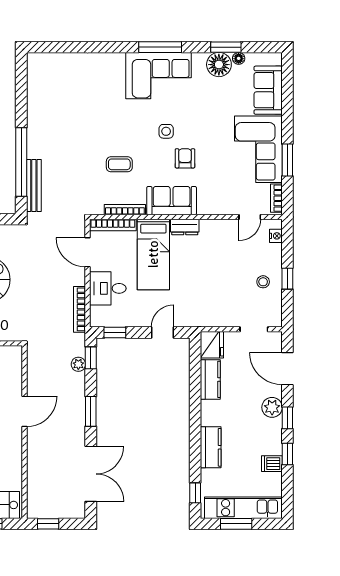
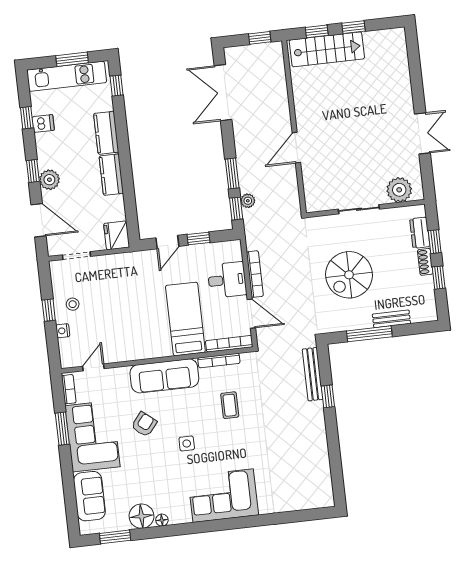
window: (160, 47) -> (202, 527), removed
window: (226, 47) -> (115, 537), moved
floor lamp: (239, 58) -> (162, 520), moved
corner sofa: (159, 76) -> (223, 496), moved
armchair: (185, 158) -> (144, 424), moved, turned -141
window: (21, 162) -> (328, 396), width x0.32
coffee table: (119, 164) -> (230, 405), turned 90
sofa: (172, 201) -> (164, 376), width x1.36
dresser: (185, 227) -> (157, 350), removed
nightstand: (276, 236) -> (63, 331), moved
bookcase: (80, 309) -> (255, 274), moved
window: (115, 333) -> (198, 239), moved
kitchen counter: (210, 379) -> (111, 175), moved
window: (91, 411) -> (232, 174), moved
window: (287, 454) -> (27, 118), moved

